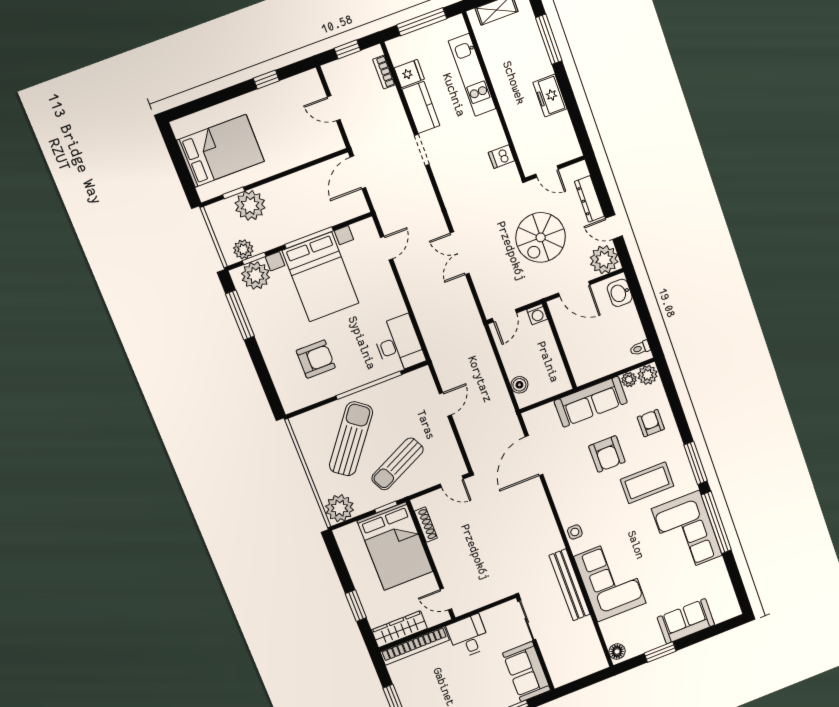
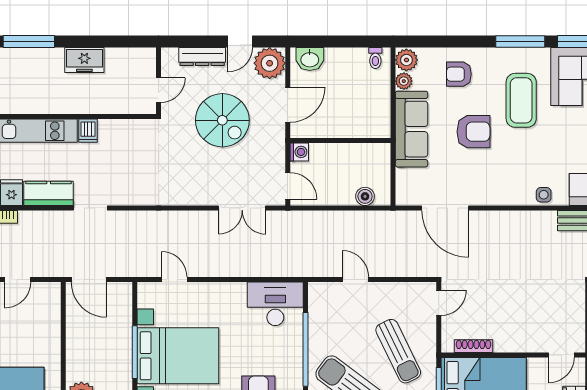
dishwasher: (501, 157) -> (88, 131), moved
double door: (460, 253) -> (242, 208), moved

